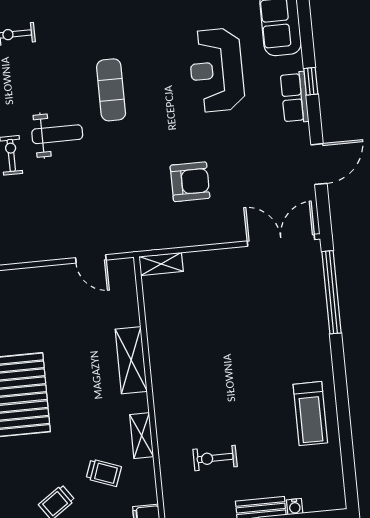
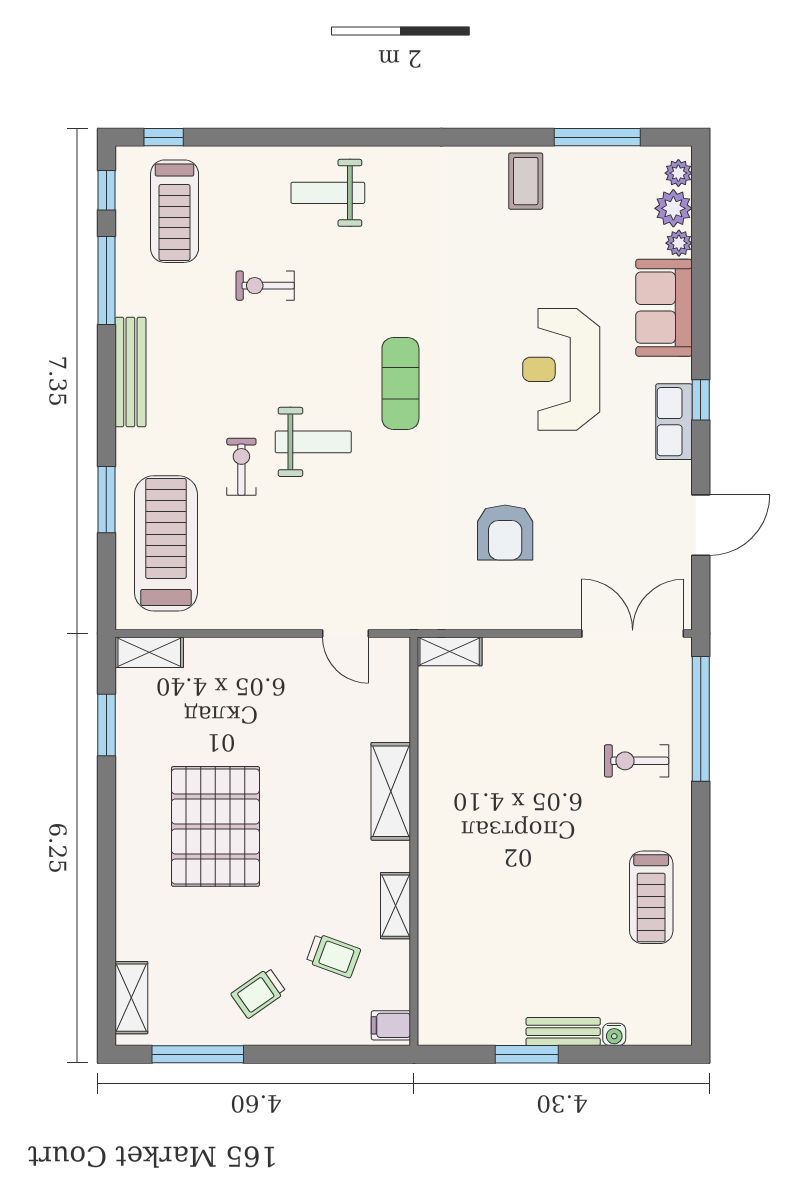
armchair: (190, 182) -> (505, 533), turned 90
exercise bike: (215, 458) -> (637, 761), moved

